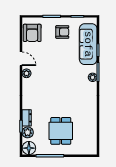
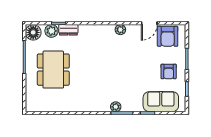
armchair: (32, 33) -> (168, 36), turned -90
sofa: (88, 44) -> (161, 102), width x0.73
door: (21, 59) -> (149, 23), moved
dining table: (61, 131) -> (53, 70), width x1.38

